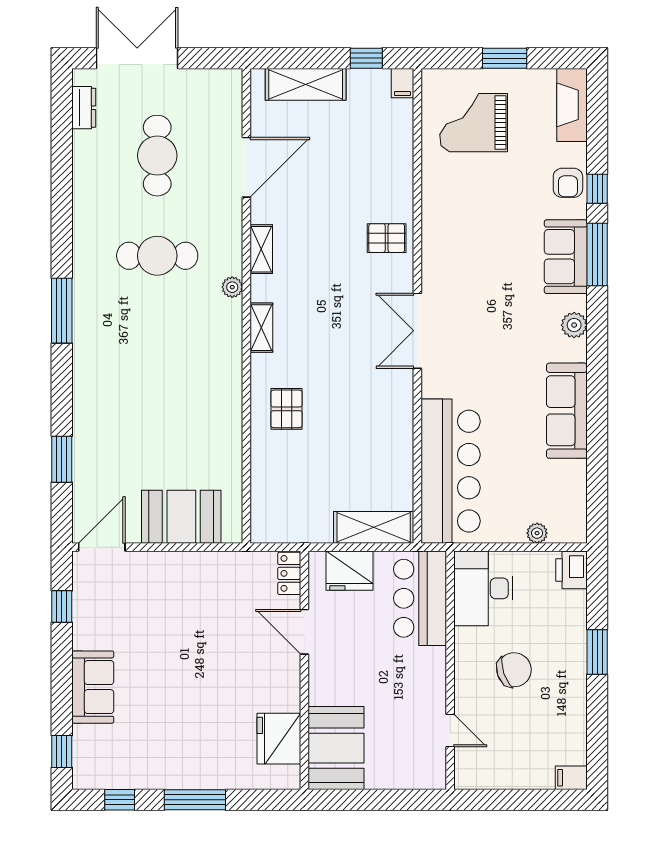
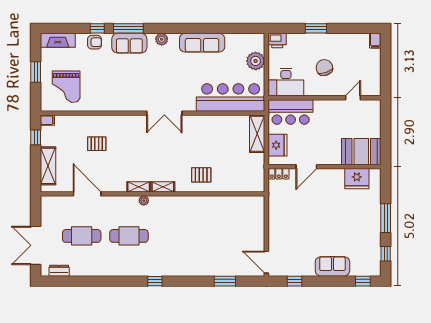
pallet: (387, 238) -> (97, 144), moved, turned 90
shelving: (261, 249) -> (139, 187), moved
cafe table: (157, 256) -> (129, 236), turned 90
window: (62, 311) -> (155, 281), width x0.46
booth: (181, 517) -> (252, 225), removed
plant: (537, 533) -> (256, 61), width x1.88, depth x1.88

